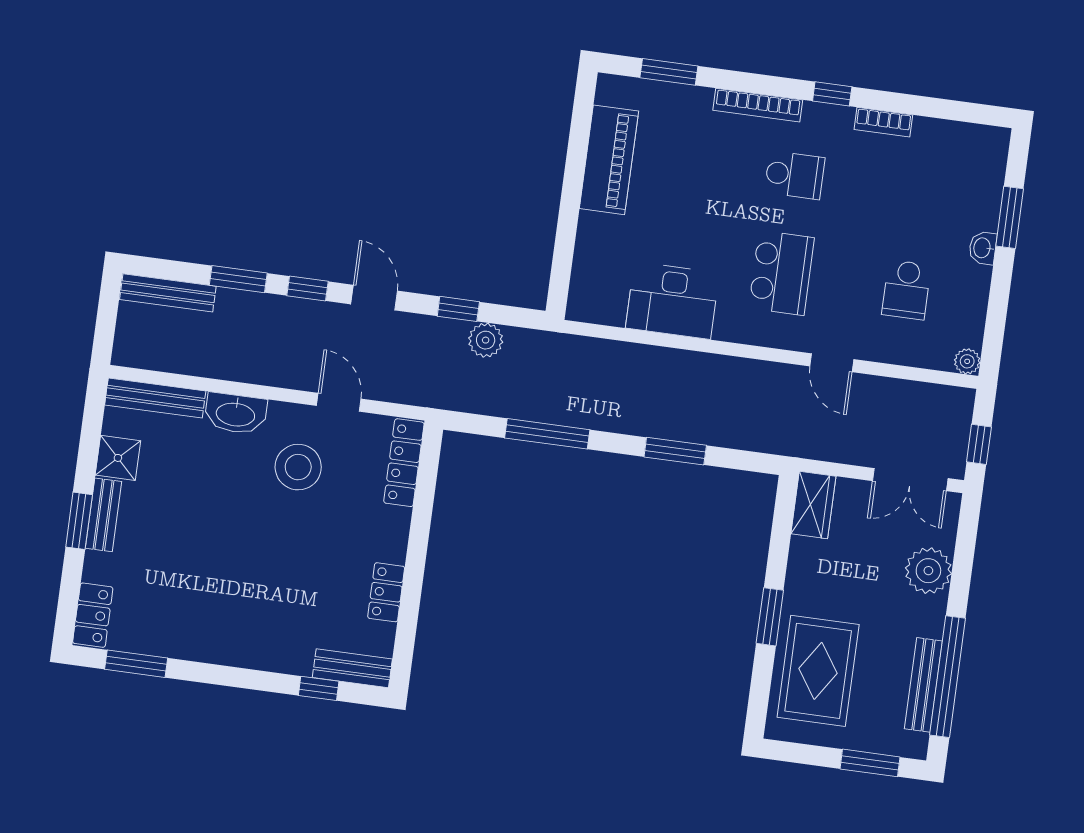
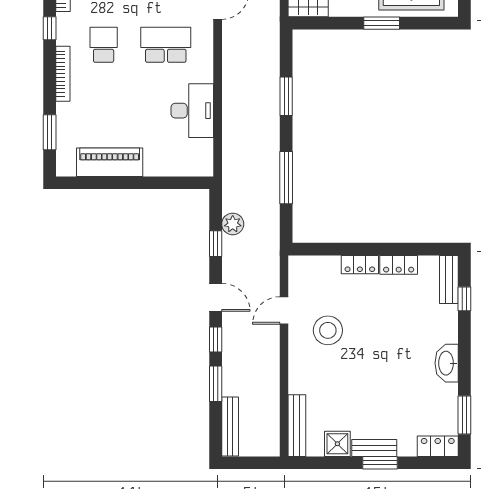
door: (374, 298) -> (216, 297), swing flipped
washbasin: (236, 413) -> (447, 363), moved, turned 180
locker: (404, 463) -> (360, 265), moved, width x0.66

